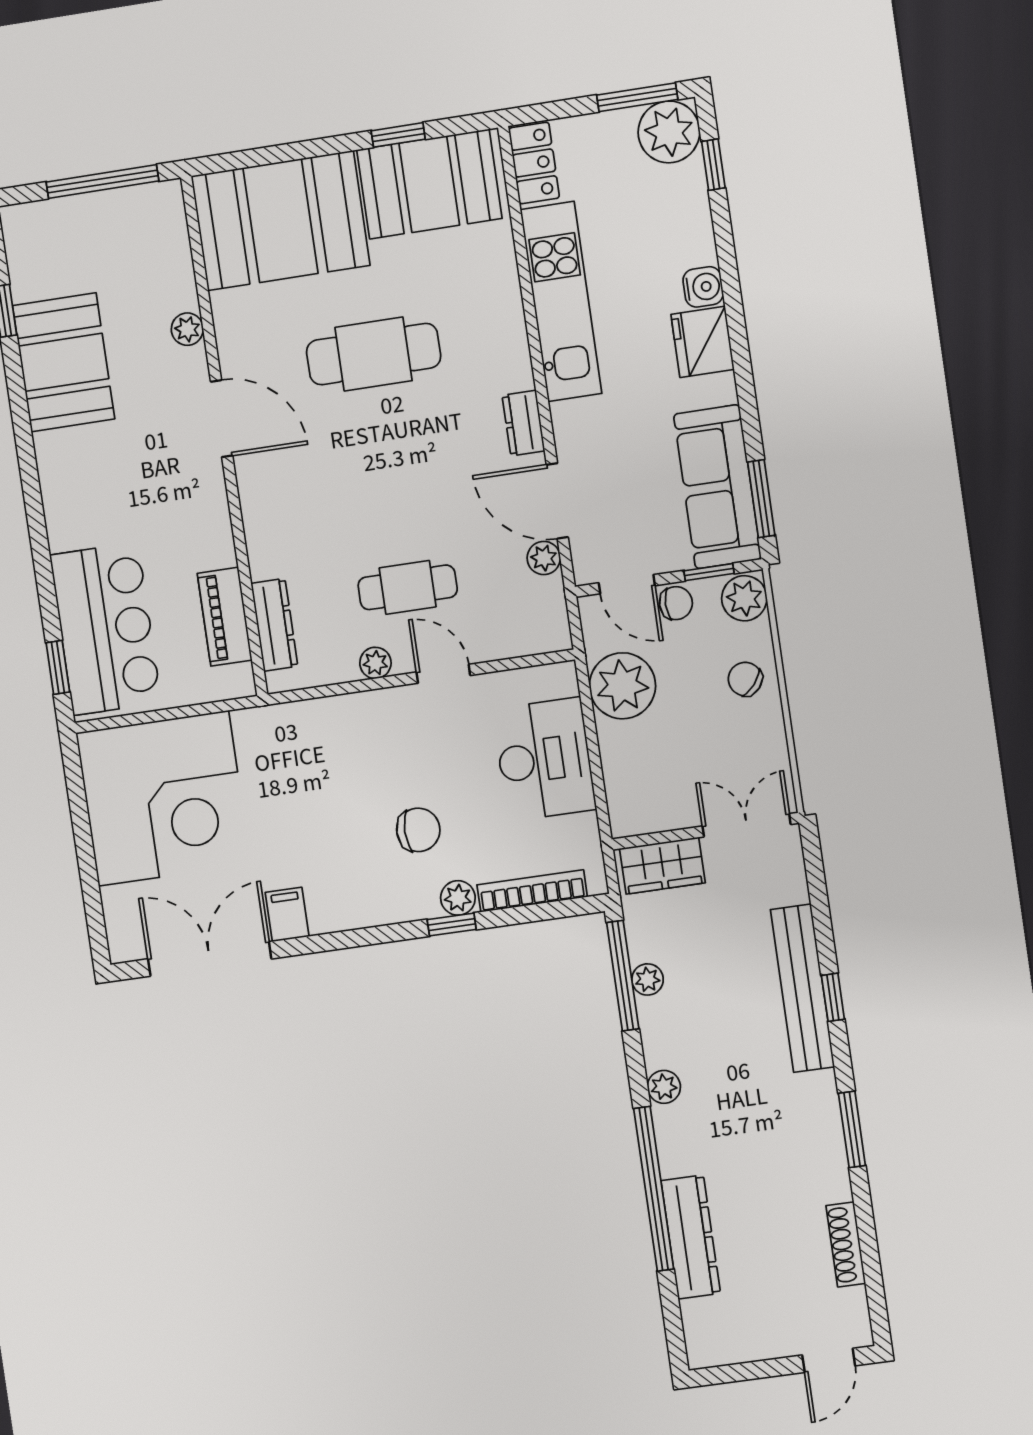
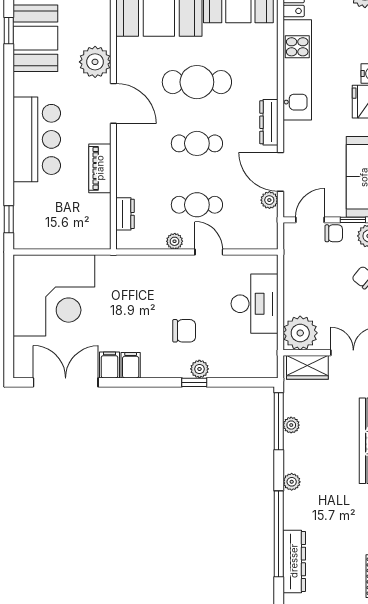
plant: (187, 329) -> (95, 62), width x1.88, depth x1.88
booth: (64, 362) -> (35, 38), moved
dresser: (523, 423) -> (269, 122), width x1.44
cafe table: (391, 471) -> (197, 143), added
door: (627, 584) -> (310, 220), swing flipped
piano: (225, 617) -> (100, 168), moved
dresser: (274, 625) -> (125, 214), width x0.70
bar counter: (106, 629) -> (37, 139), moved
plant: (622, 686) -> (300, 333), moved
bookcase: (532, 891) -> (238, 371), removed
filing cabinet: (327, 909) -> (131, 365), added

